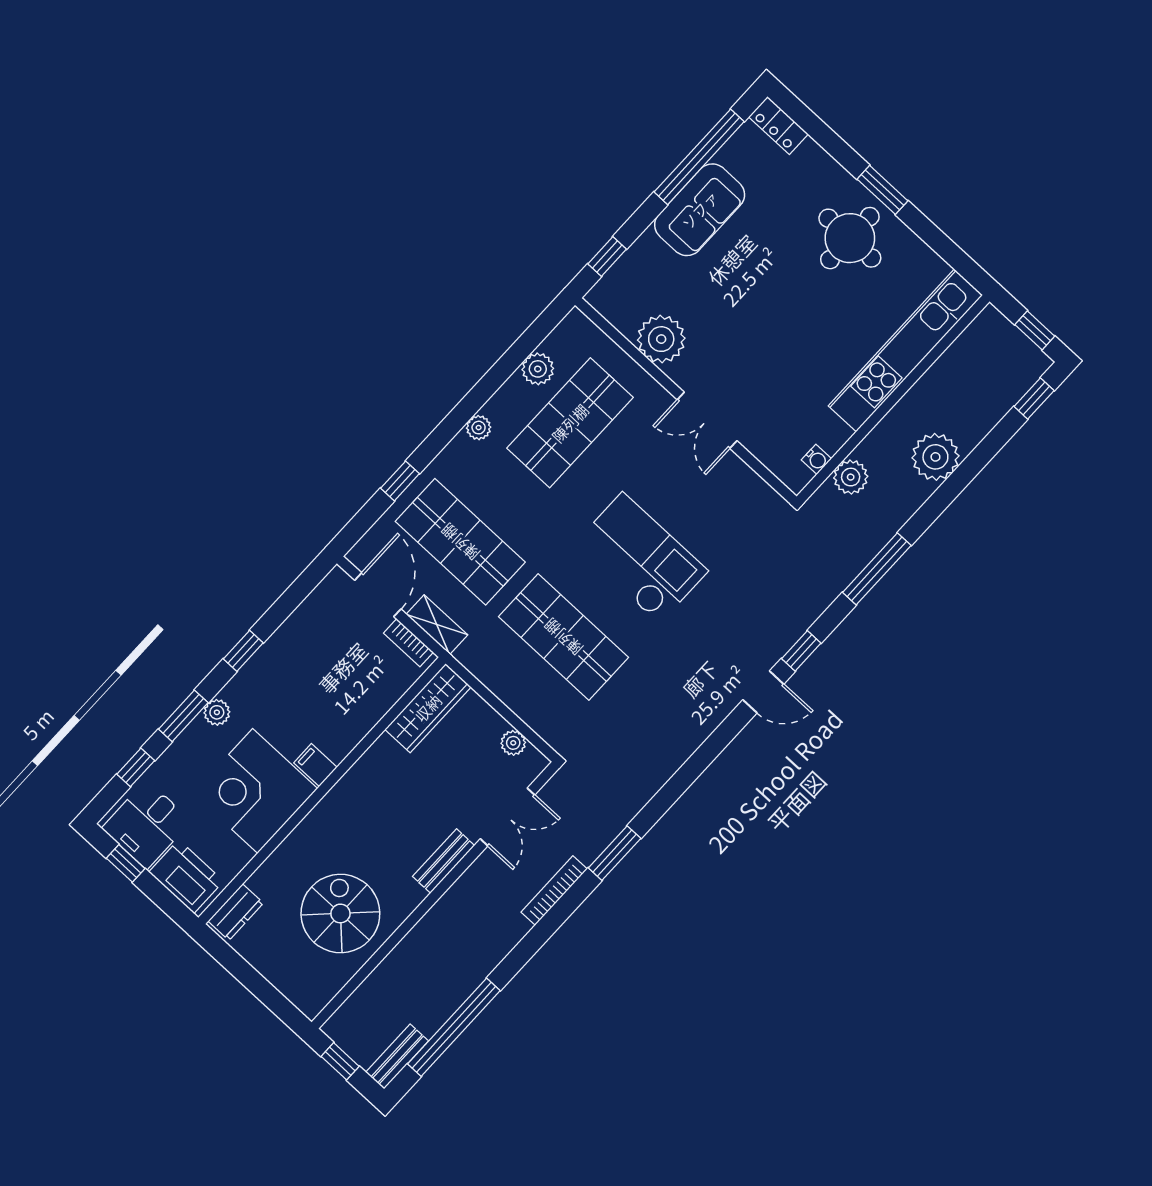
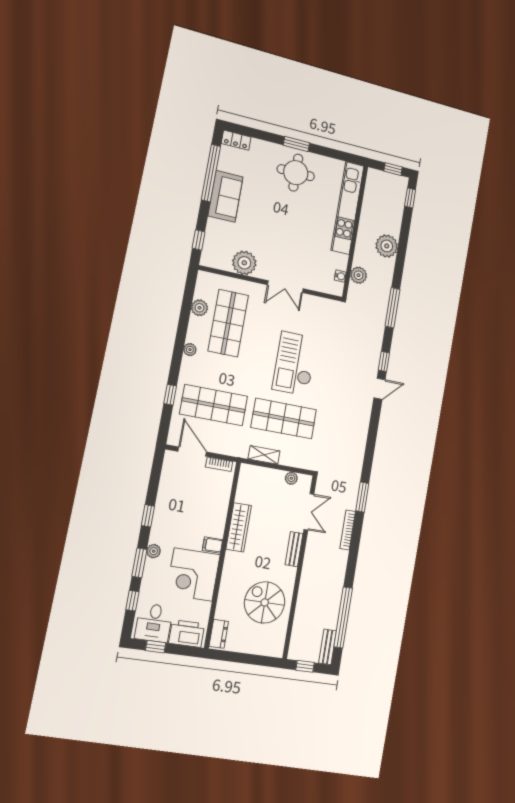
checkout: (641, 558) -> (295, 364), turned -90
shelving: (437, 625) -> (264, 455), moved
wardrobe: (428, 708) -> (239, 527), moved

